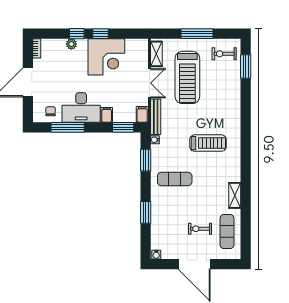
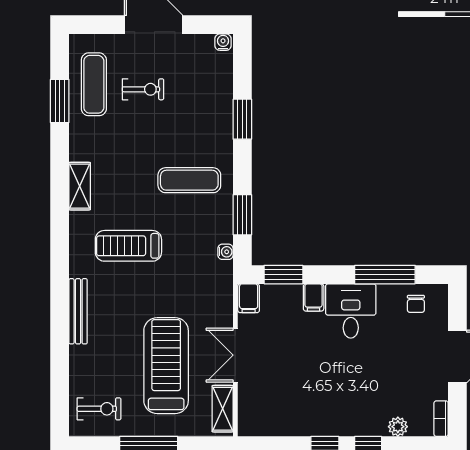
plant: (71, 44) -> (398, 427), moved
corner desk: (106, 57) -> (314, 403), removed
window: (246, 67) -> (60, 101), moved
desk: (81, 107) -> (351, 311), width x0.73
bench: (156, 117) -> (78, 311), moved
shelving: (235, 195) -> (80, 186), moved

